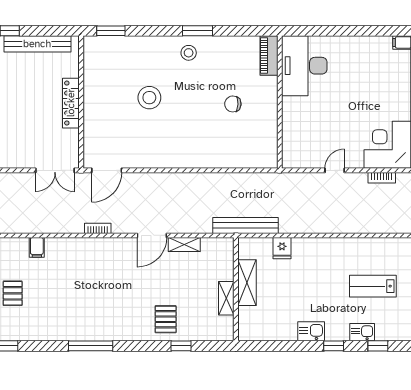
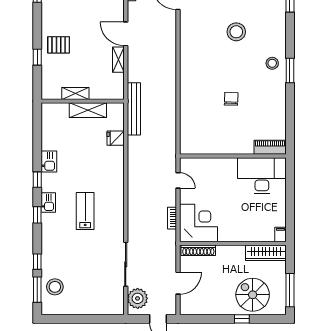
piano: (269, 55) -> (270, 147), moved
desk: (304, 66) -> (262, 176), moved
wall: (280, 102) -> (233, 156), moved

